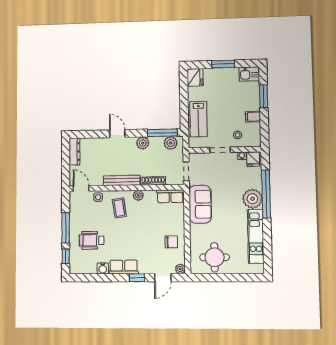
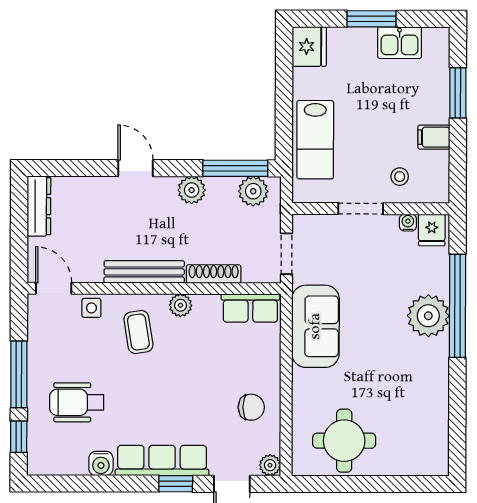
kitchen sink: (249, 74) -> (400, 43), moved
kitchen unit: (256, 236) -> (433, 397), removed
row of seats: (124, 267) -> (162, 460), width x1.48

